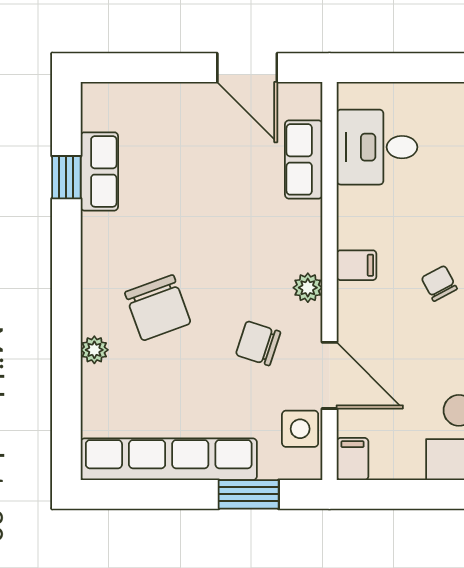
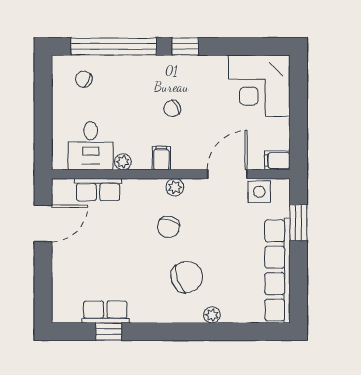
plant: (350, 201) -> (123, 162), added
chair: (258, 343) -> (168, 227), moved

